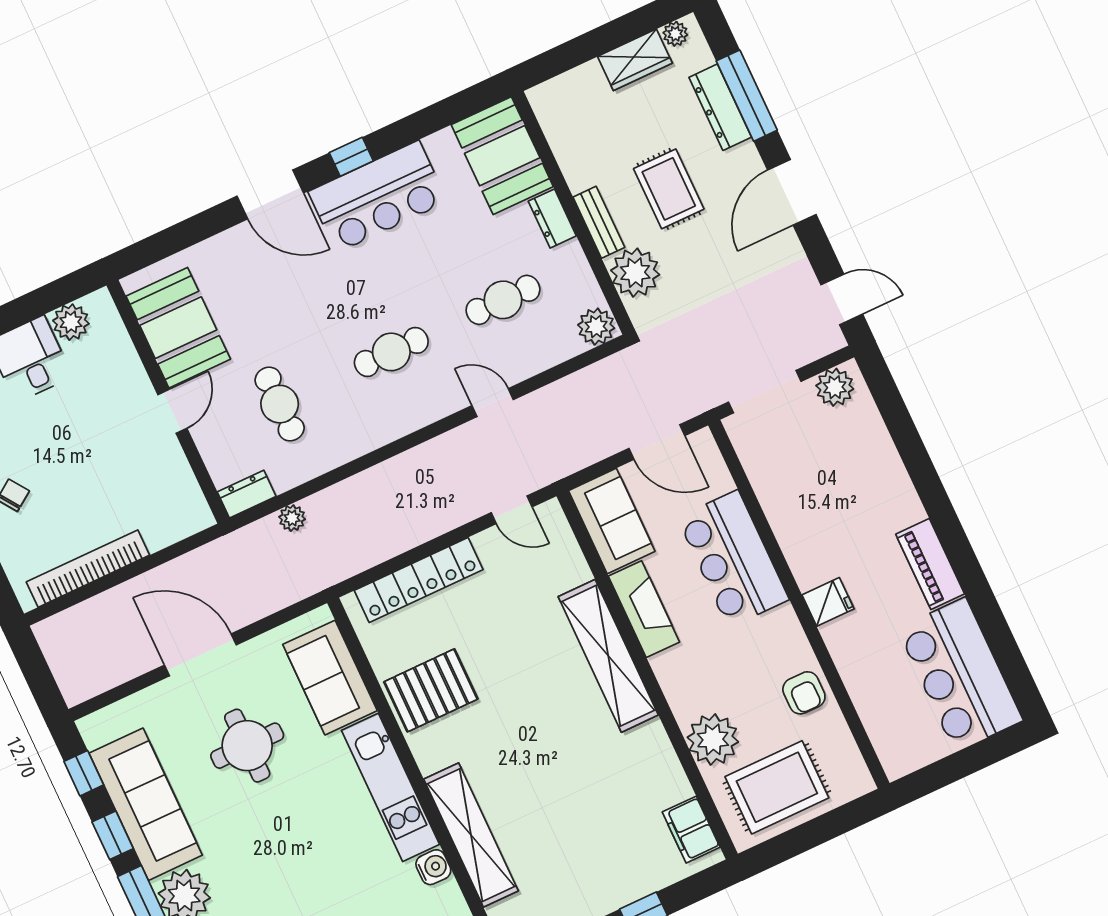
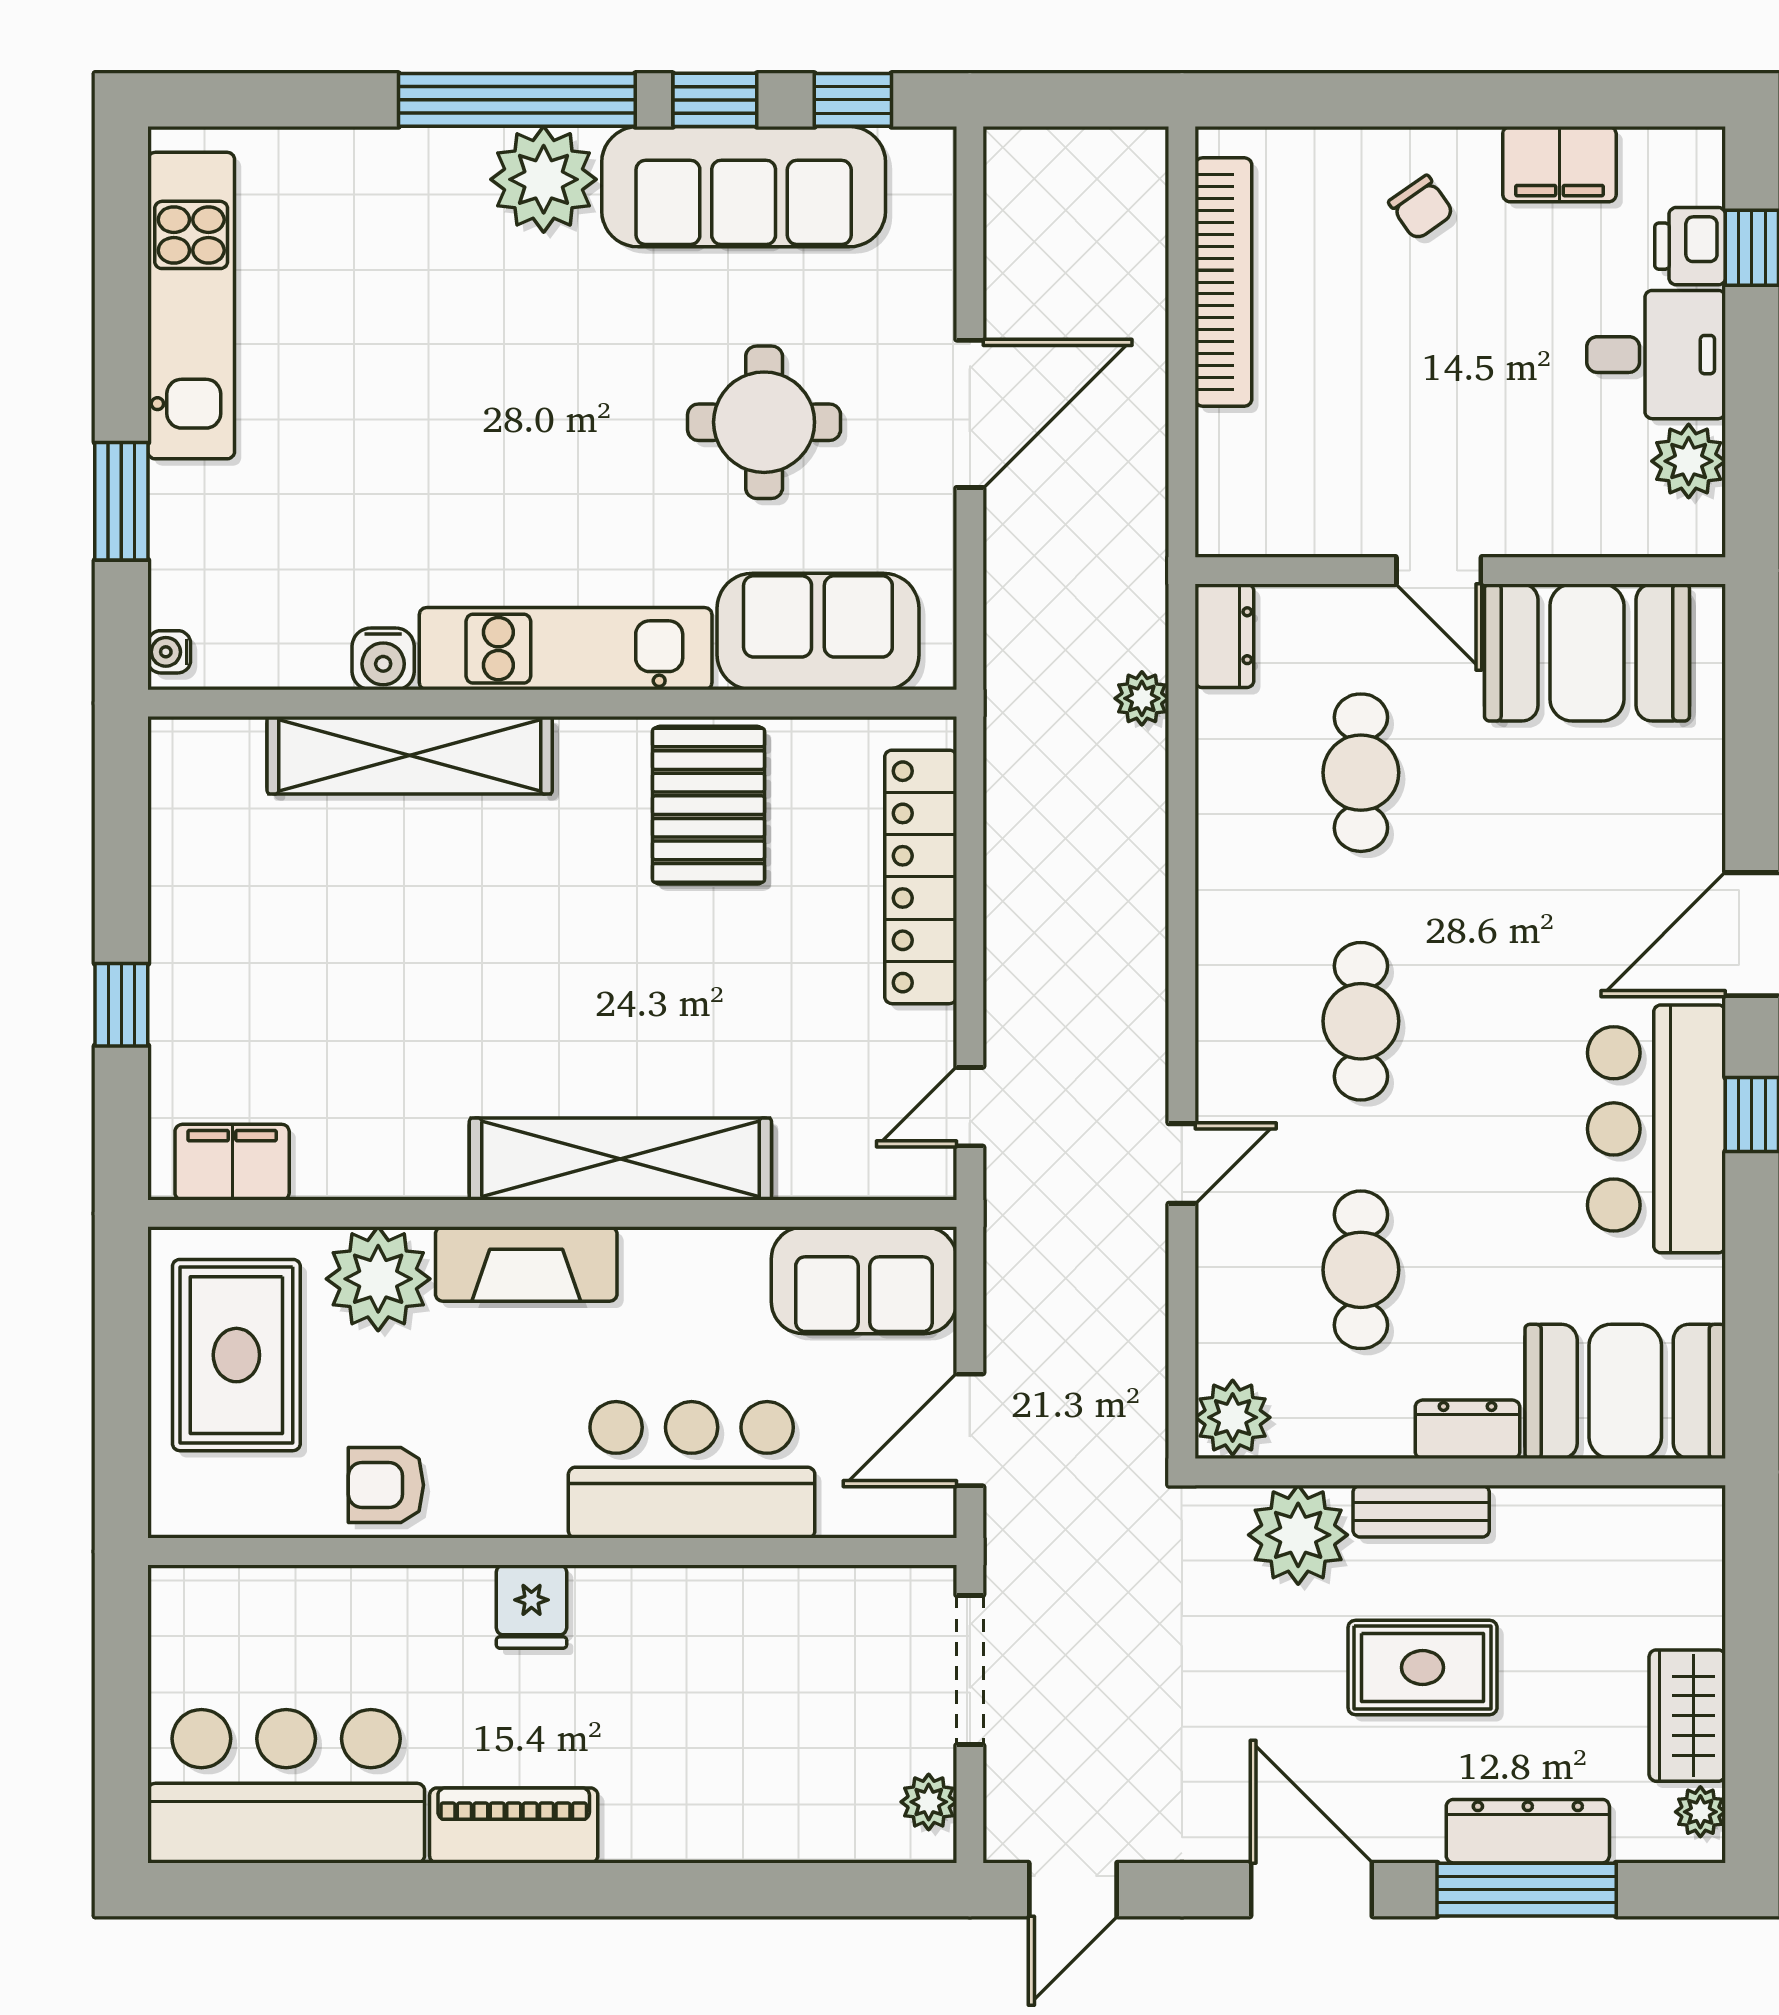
plant: (835, 387) -> (929, 1802), width x0.73, depth x0.73
cafe table: (280, 404) -> (1361, 773), turned 90
fireplace: (644, 609) -> (526, 1264), moved

